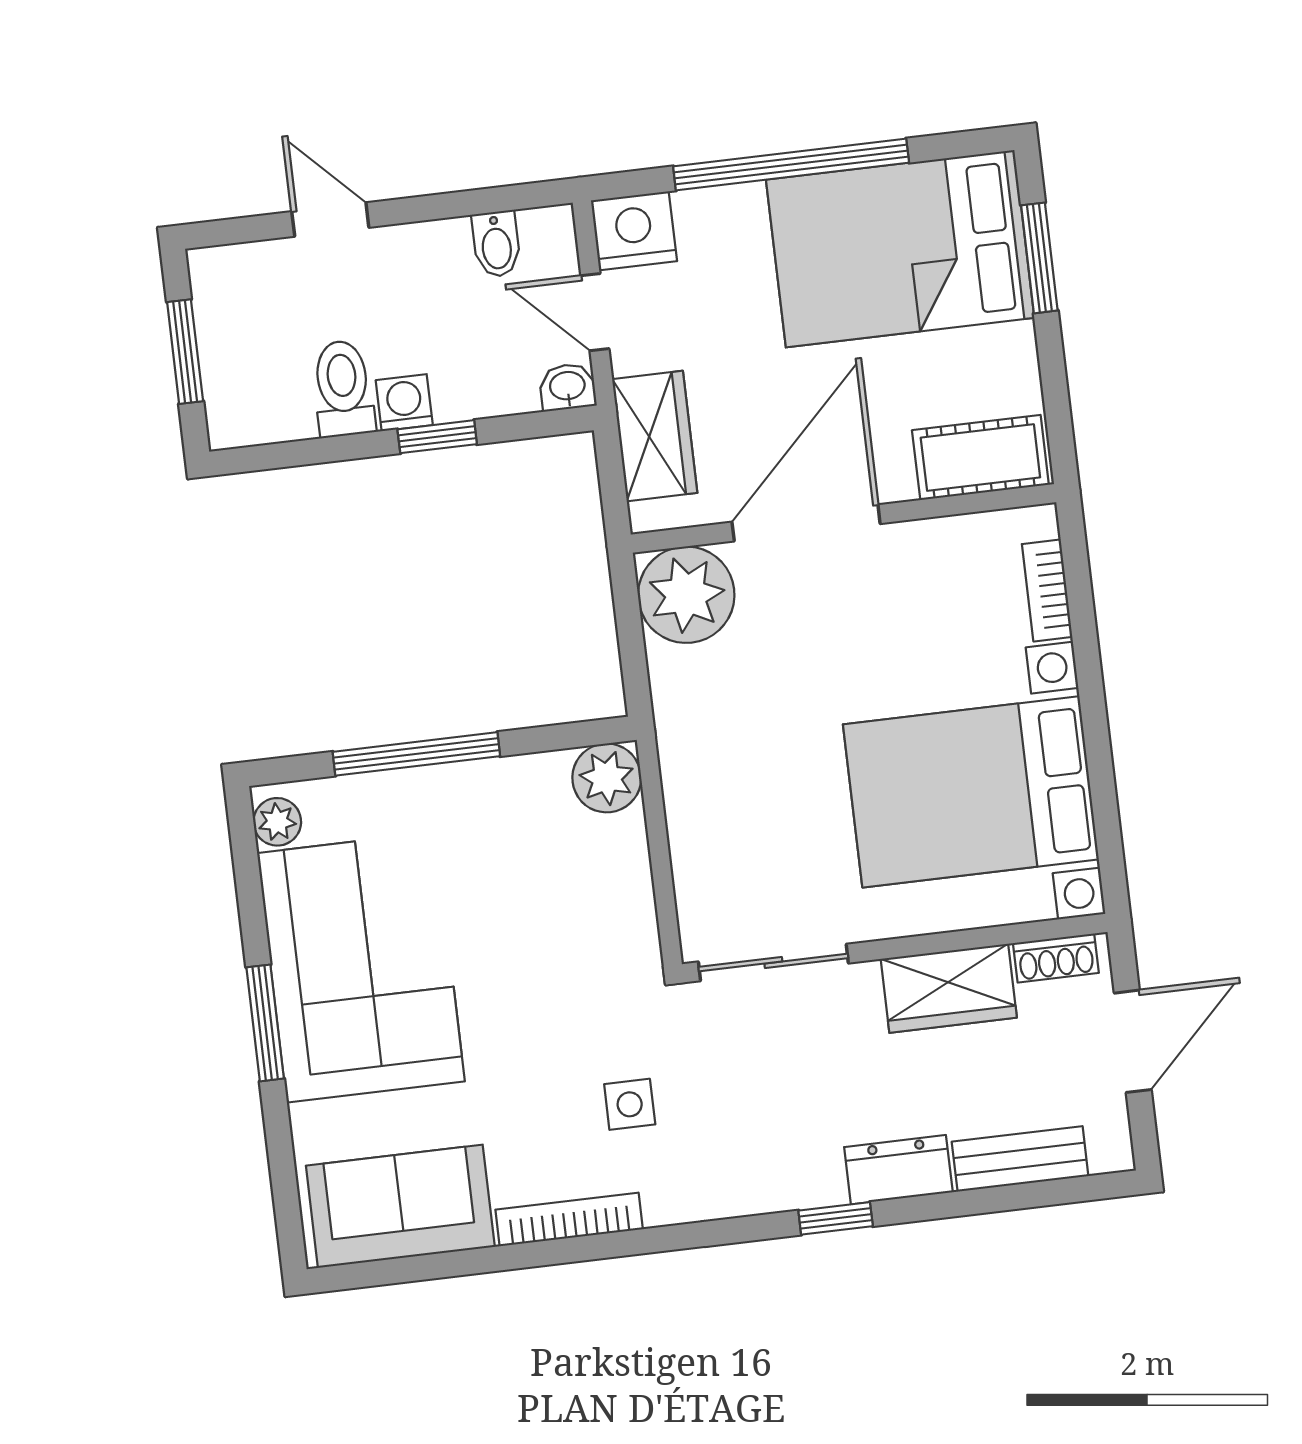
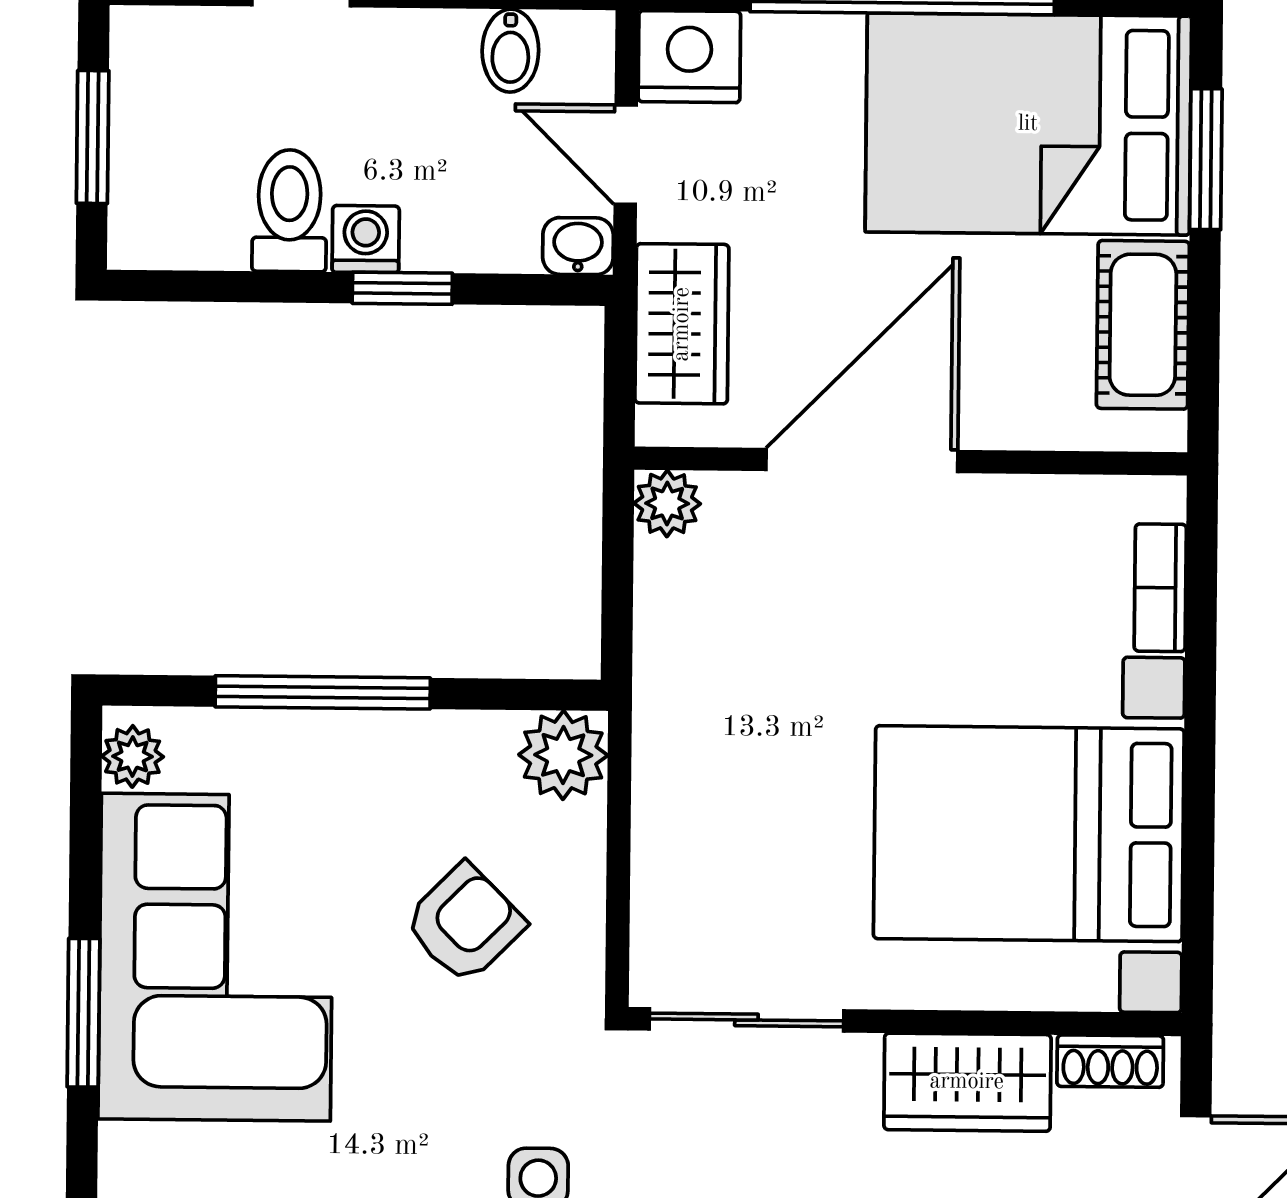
cot: (980, 457) -> (1143, 325), moved, turned 90
plant: (686, 595) -> (667, 503), width x0.53, depth x0.53
armchair: (548, 917) -> (464, 923), added

